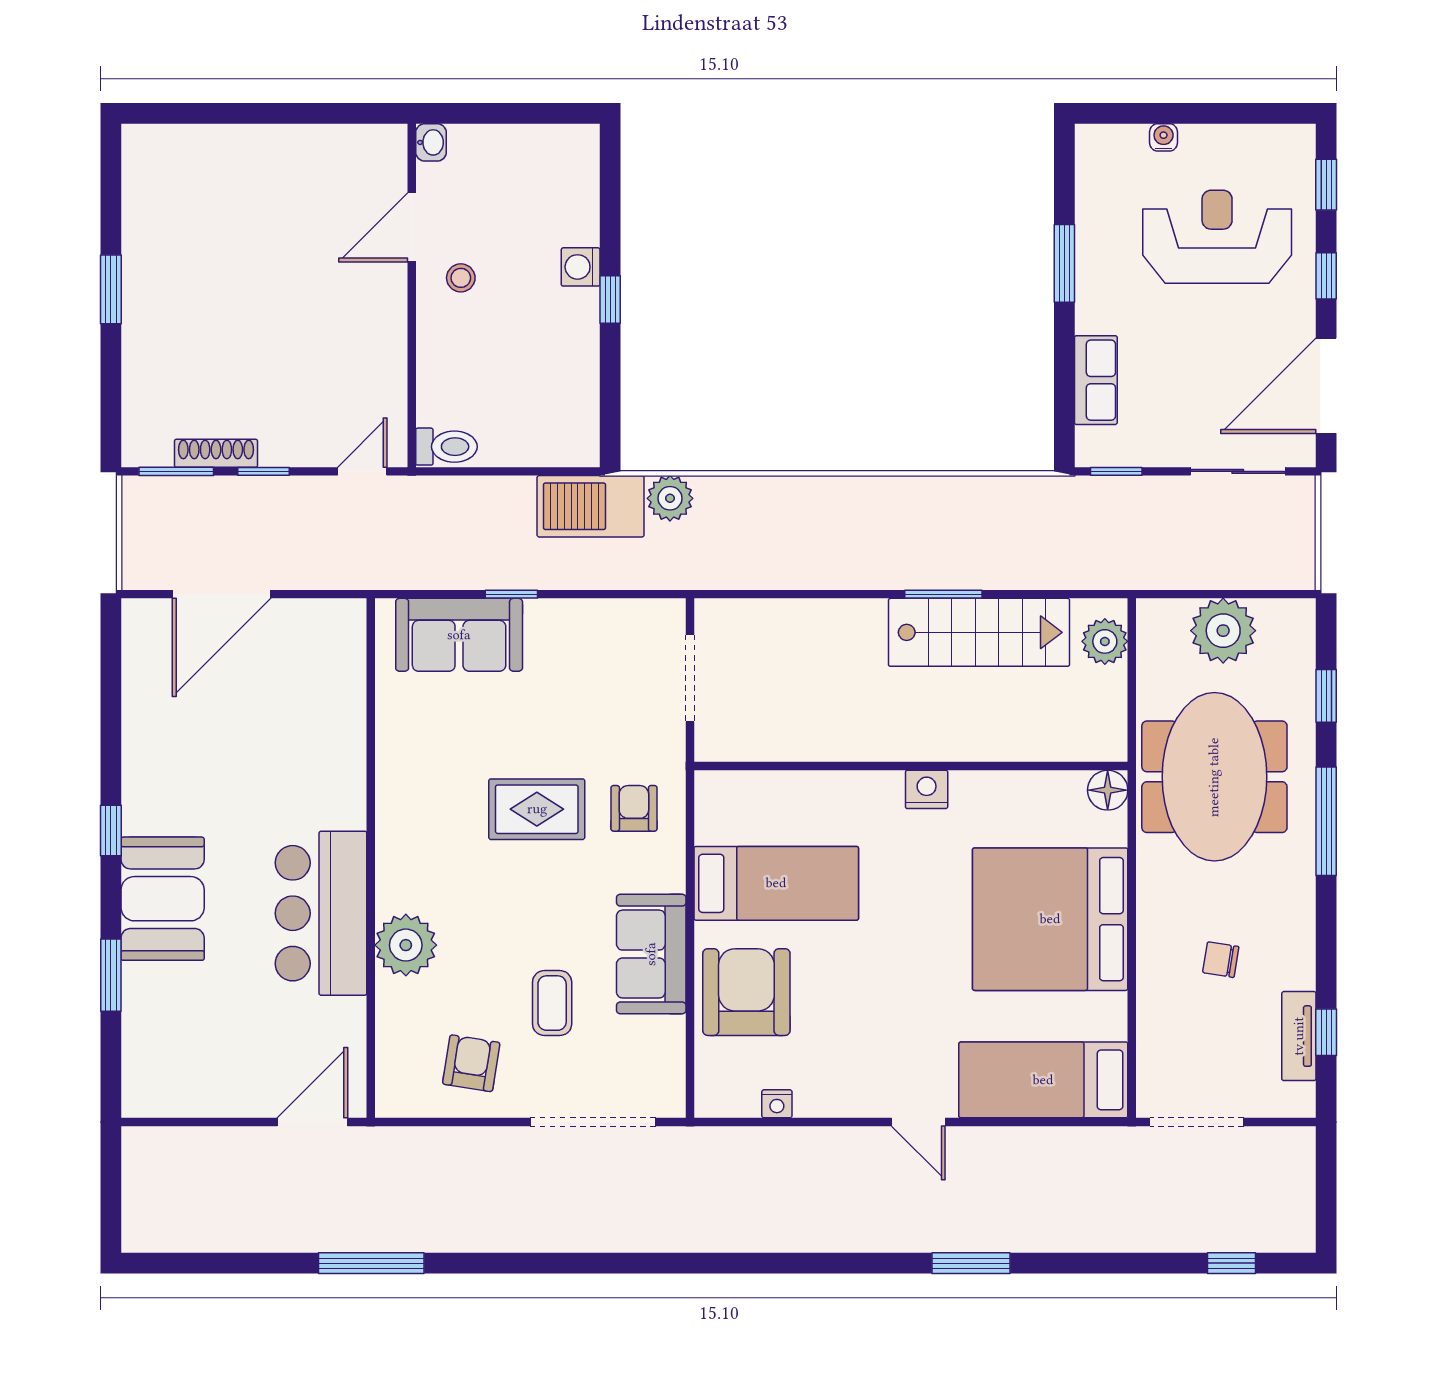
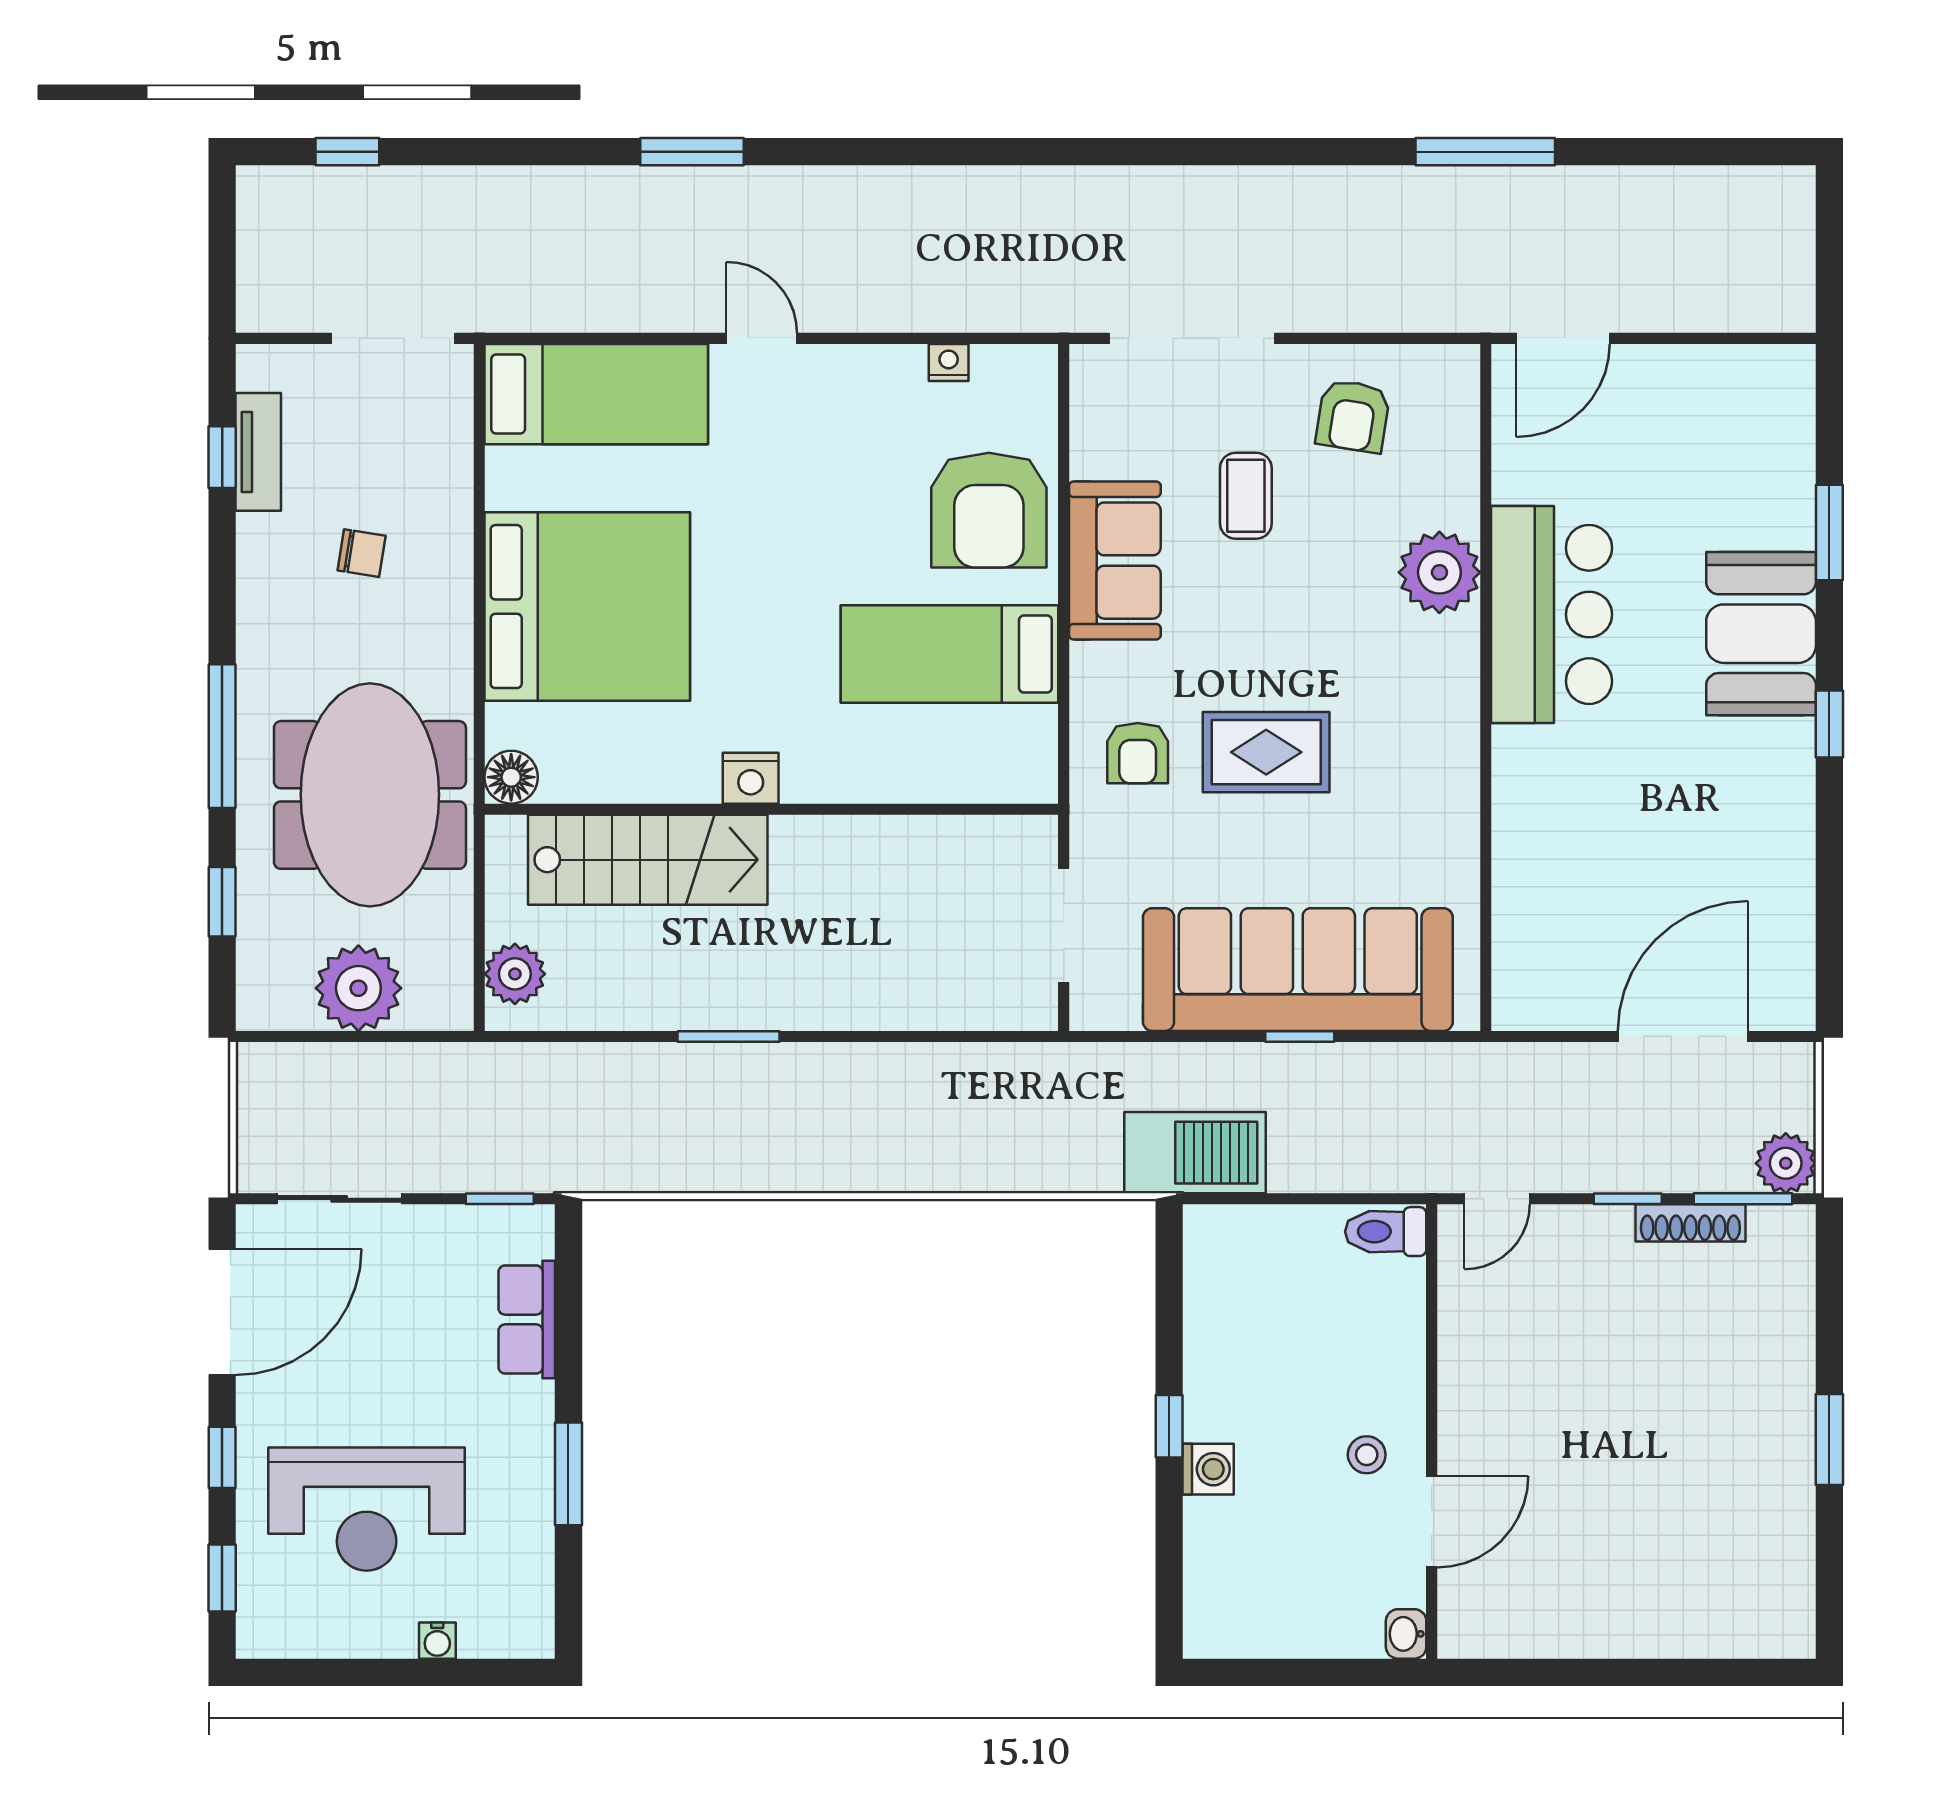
plant: (670, 498) -> (1786, 1163), moved
stairs: (979, 632) -> (648, 860), moved, turned 180
sofa: (459, 635) -> (1298, 970), width x1.85, depth x1.27

